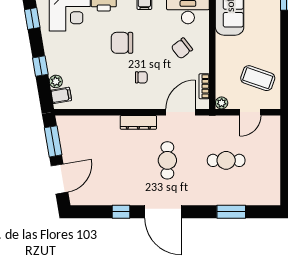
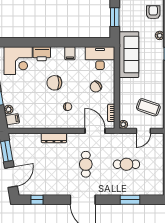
door: (181, 112) -> (95, 131), hinge flipped
dresser: (138, 122) -> (54, 138), moved
window: (121, 212) -> (37, 200), moved

